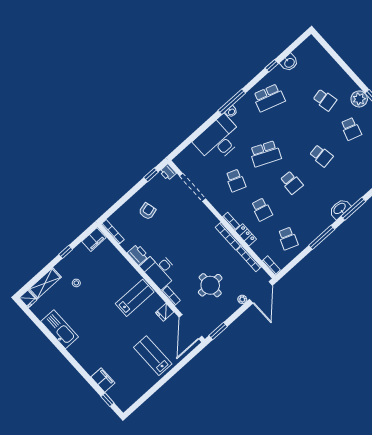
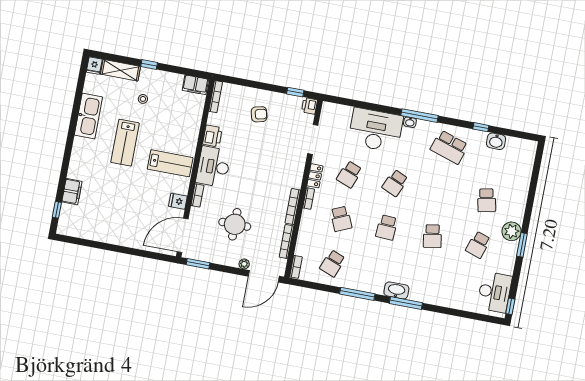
school desk: (265, 154) -> (395, 183), width x0.54
doorway: (193, 187) -> (313, 139), width x0.73
school desk: (262, 209) -> (341, 219), turned -39
locker: (246, 235) -> (315, 176), moved
window: (66, 252) -> (149, 65), moved
lab bench: (153, 356) -> (125, 143), moved, turned 180

